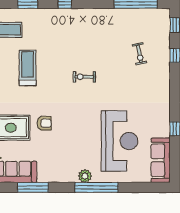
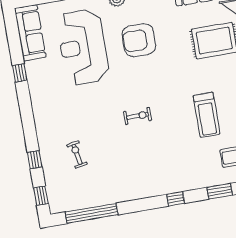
armchair: (44, 123) -> (139, 40), moved, width x1.88, depth x1.88

